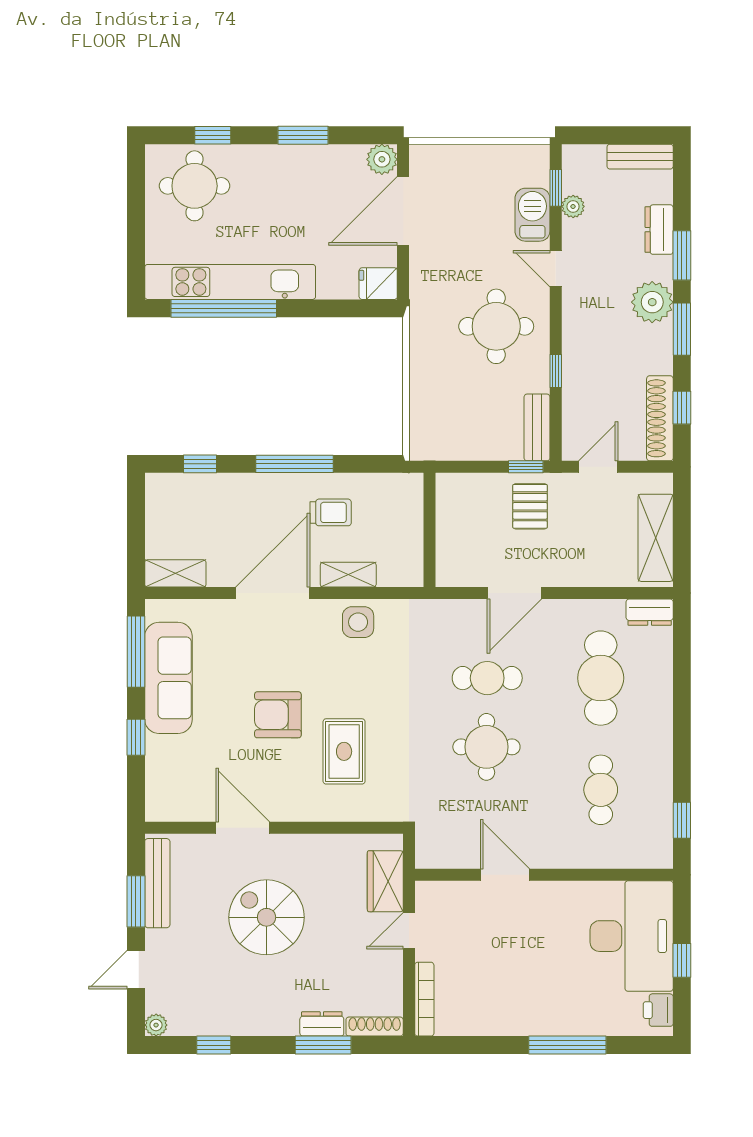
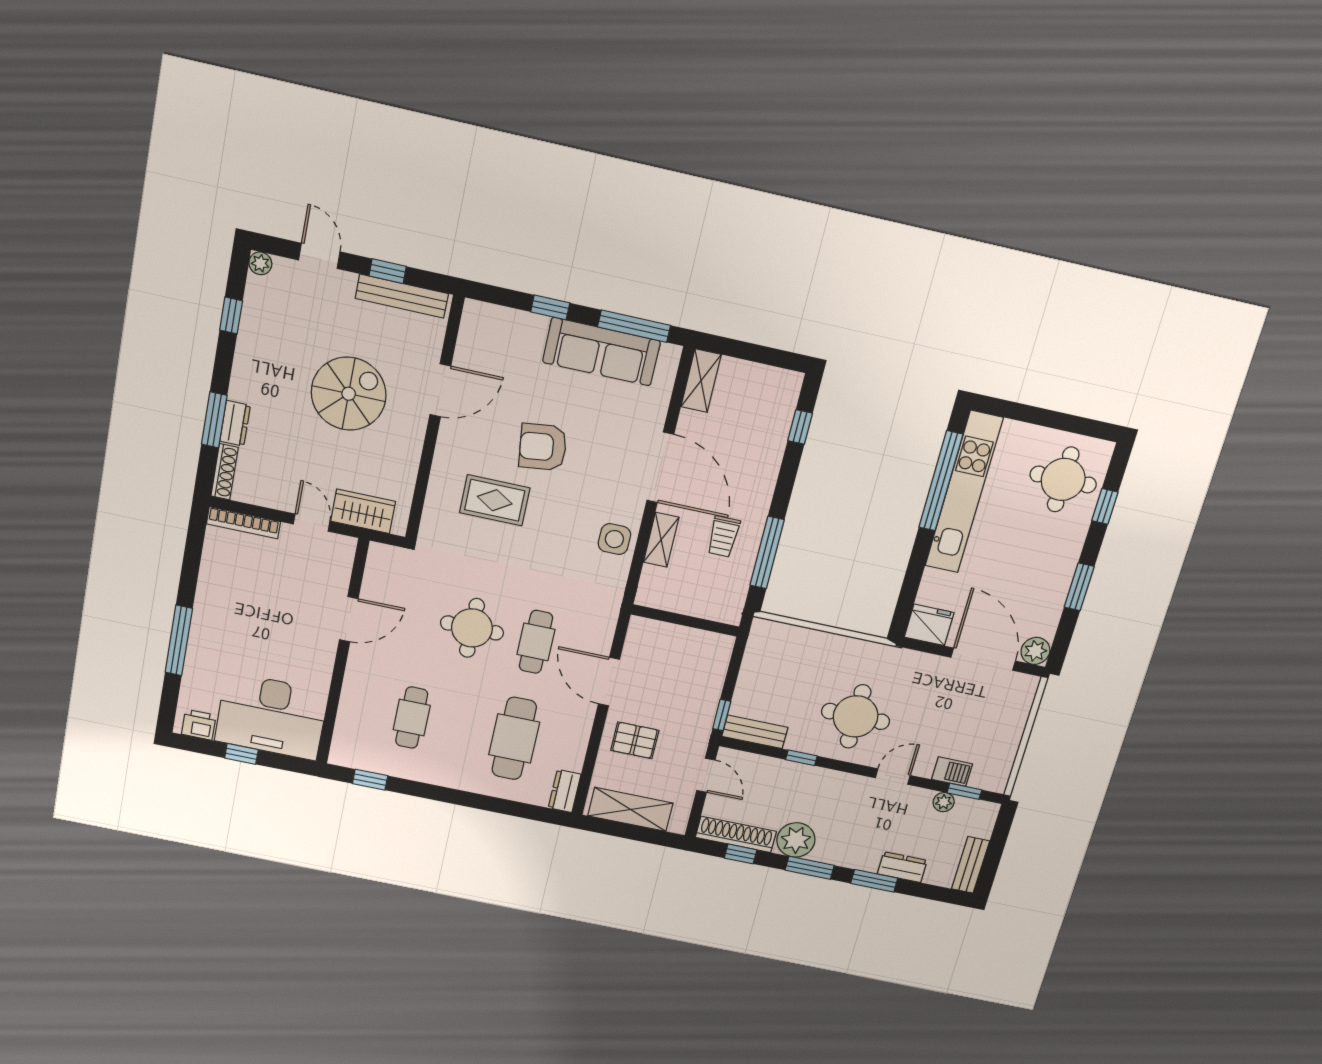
barbecue: (532, 215) -> (952, 772), width x0.73, depth x0.79
fridge: (378, 284) -> (929, 625), width x1.38
plant: (652, 302) -> (796, 840), moved
window: (294, 464) -> (767, 553), moved
pallet: (530, 506) -> (635, 740), moved
cafe table: (601, 678) -> (514, 738), turned 90
armchair: (278, 715) -> (543, 447), turned -97
cafe table: (601, 790) -> (412, 718), turned 90
window: (136, 901) -> (388, 271), width x0.67

